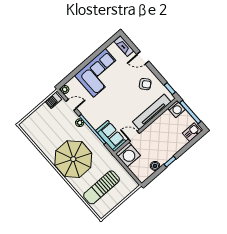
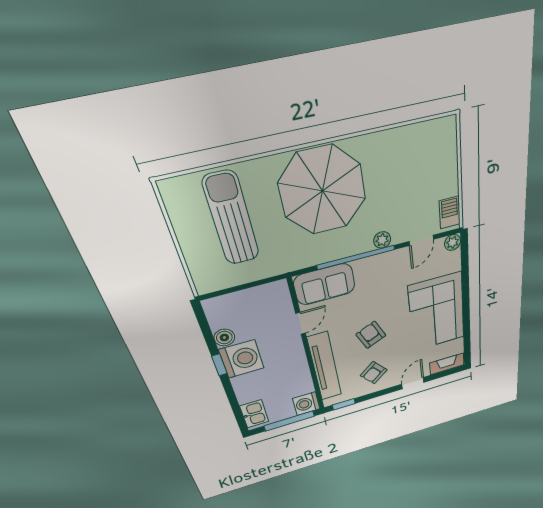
armchair: (125, 99) -> (371, 335), added
washing machine: (128, 155) -> (242, 359), moved, turned 180

